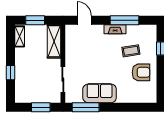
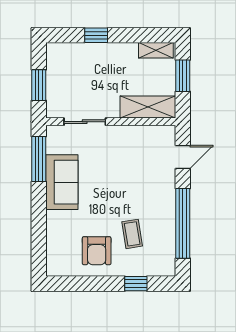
window: (125, 20) -> (183, 223), width x1.46
fireplace: (115, 29) -> (168, 208), removed

